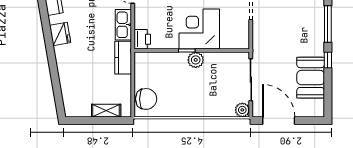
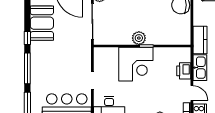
printer: (142, 39) -> (184, 71), moved

